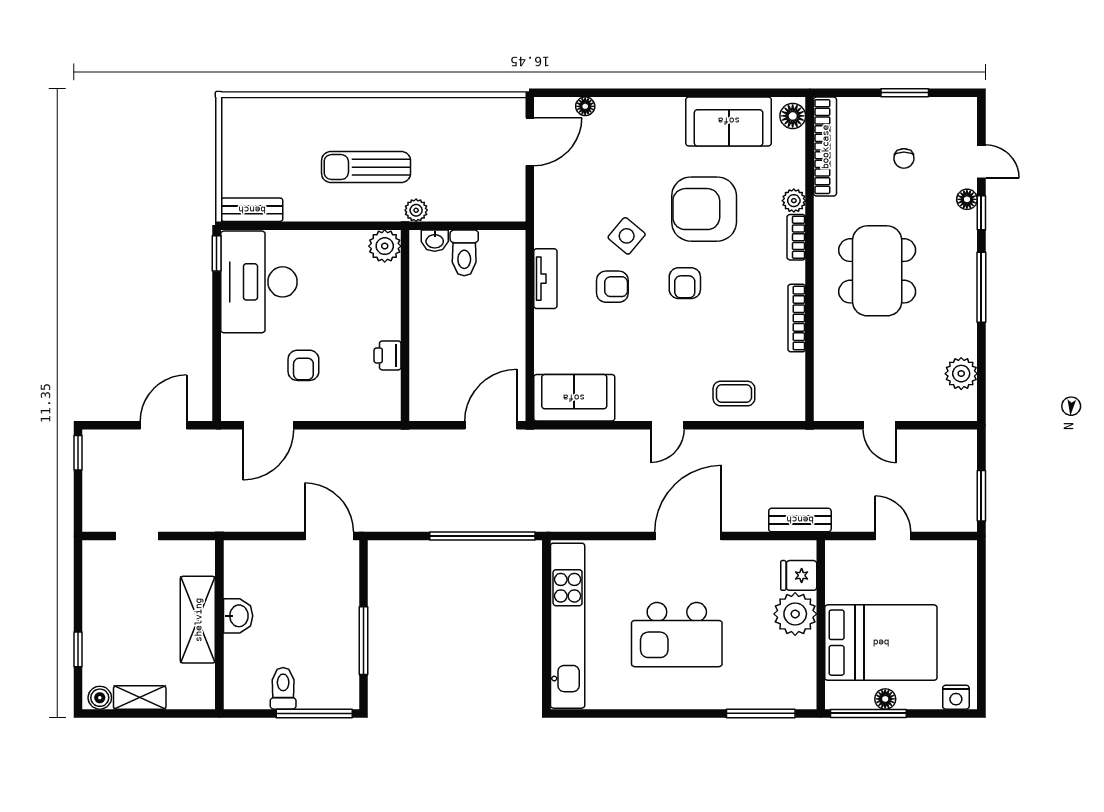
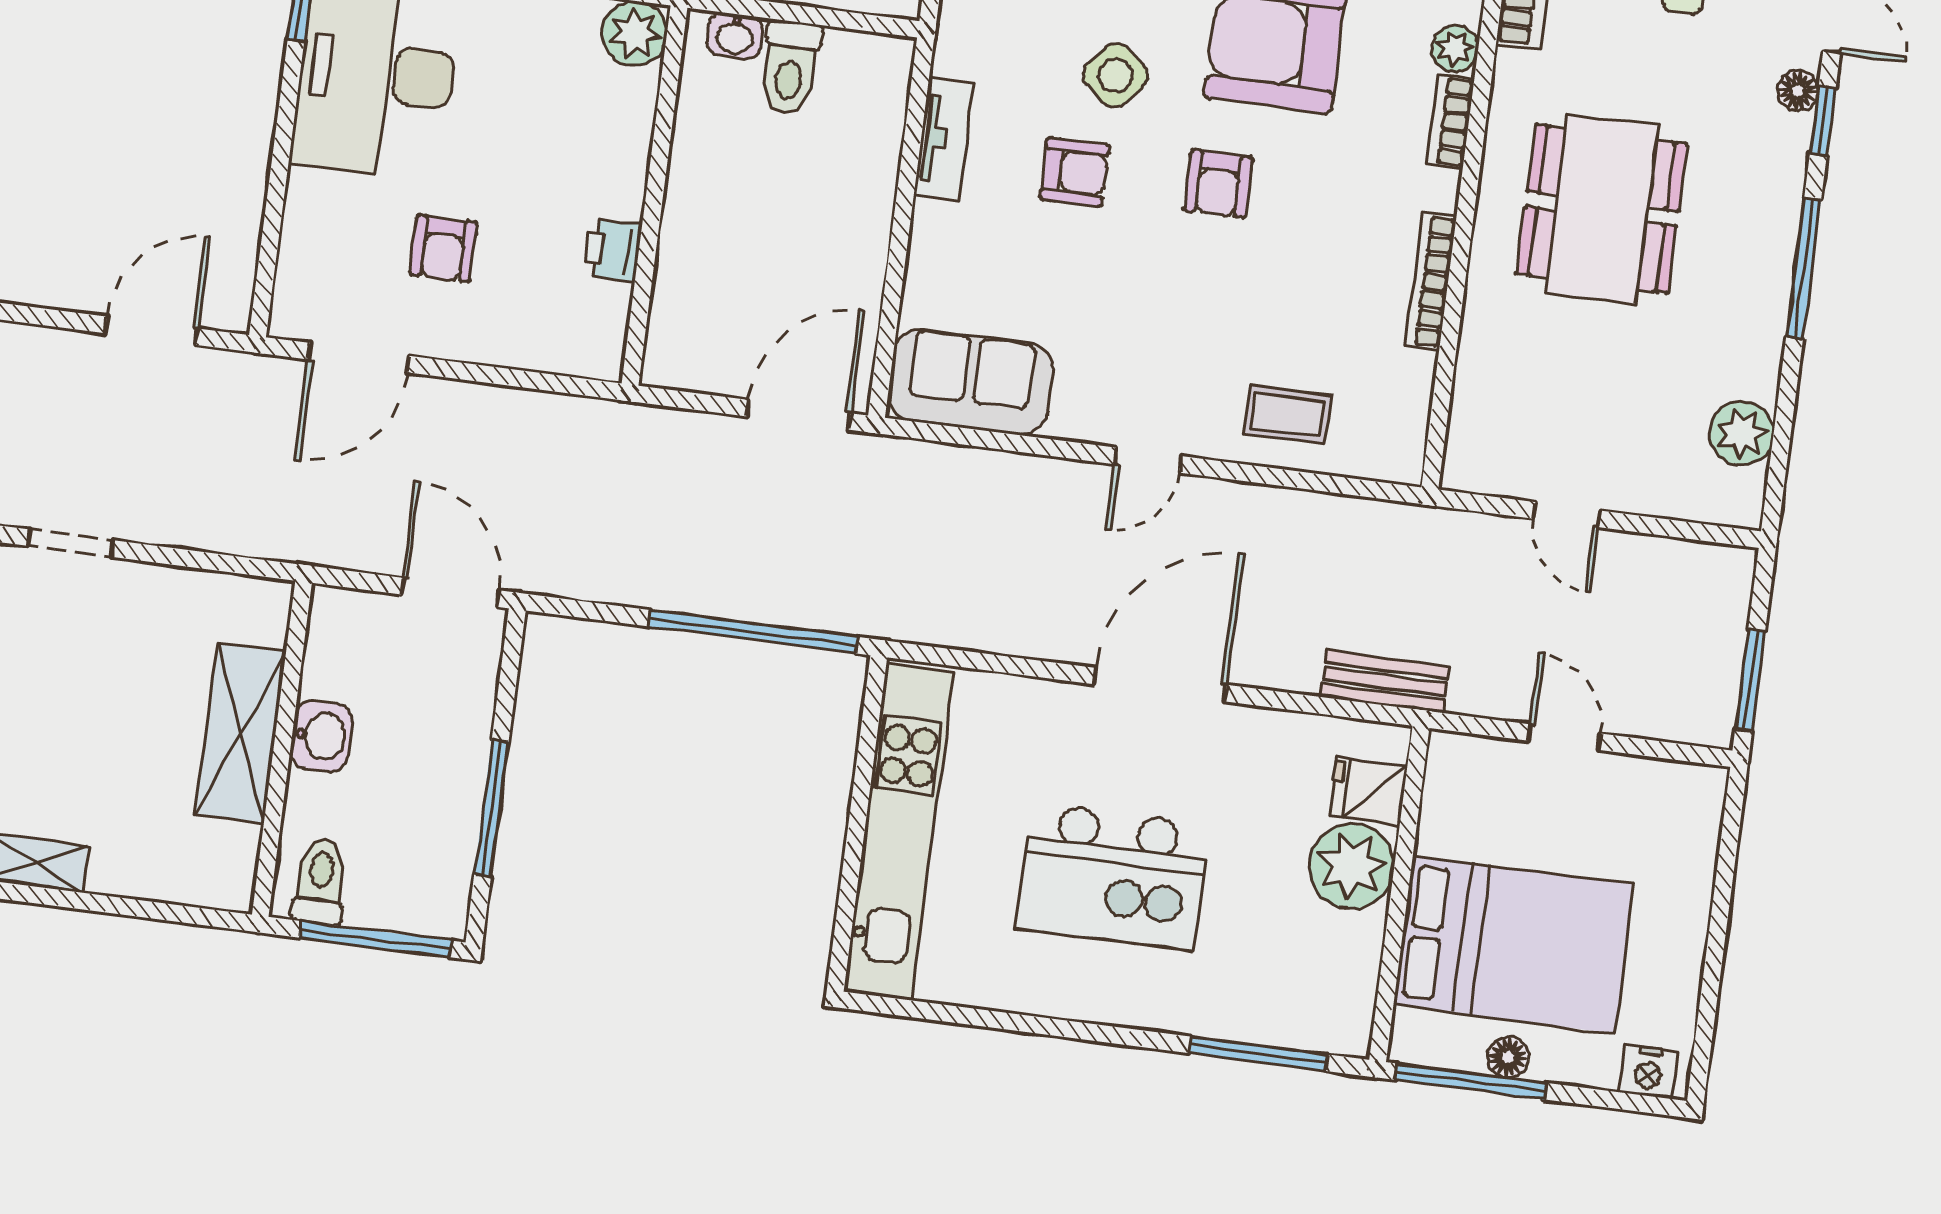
washbasin: (238, 616) -> (321, 736), moved
shelving: (198, 620) -> (241, 733), moved
wall: (219, 625) -> (282, 749), moved

